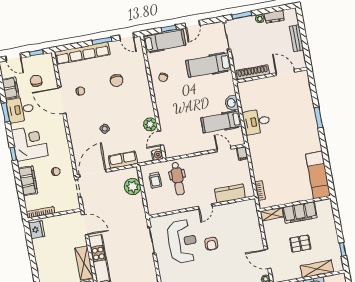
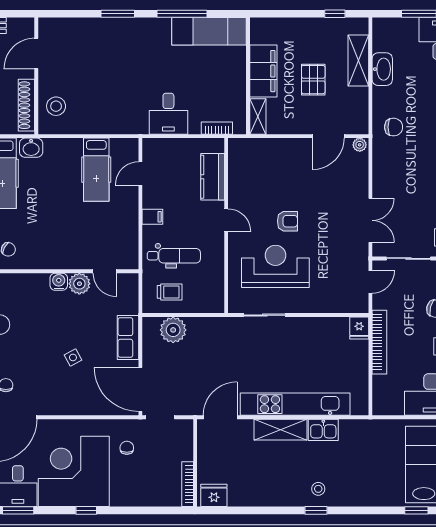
stool: (255, 90) -> (56, 106), added
washbasin: (232, 103) -> (31, 148), moved
desk: (256, 122) -> (168, 114), moved
corner desk: (30, 143) -> (74, 471), width x1.36, depth x1.36
filing cabinet: (242, 153) -> (152, 217), moved
water cooler: (157, 155) -> (59, 282), moved
window: (326, 157) -> (182, 14), added
filing cabinet: (28, 181) -> (134, 495), removed

